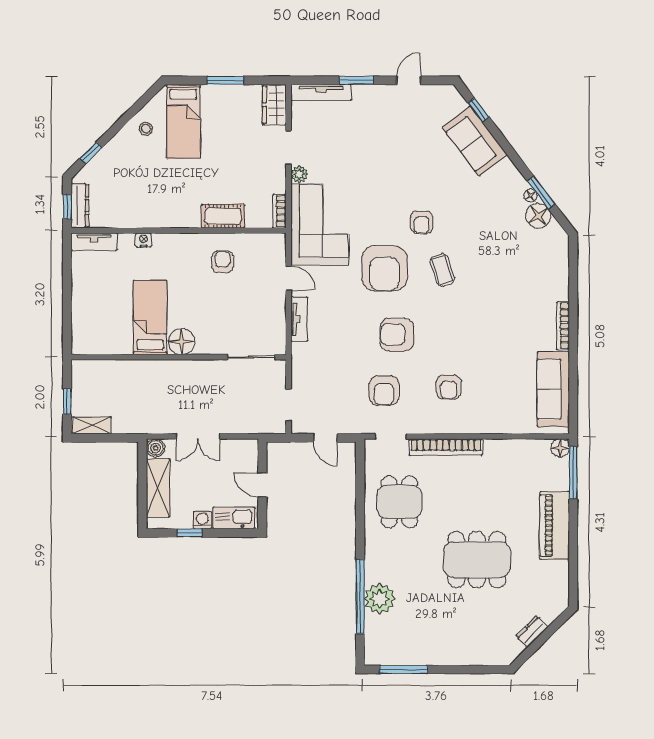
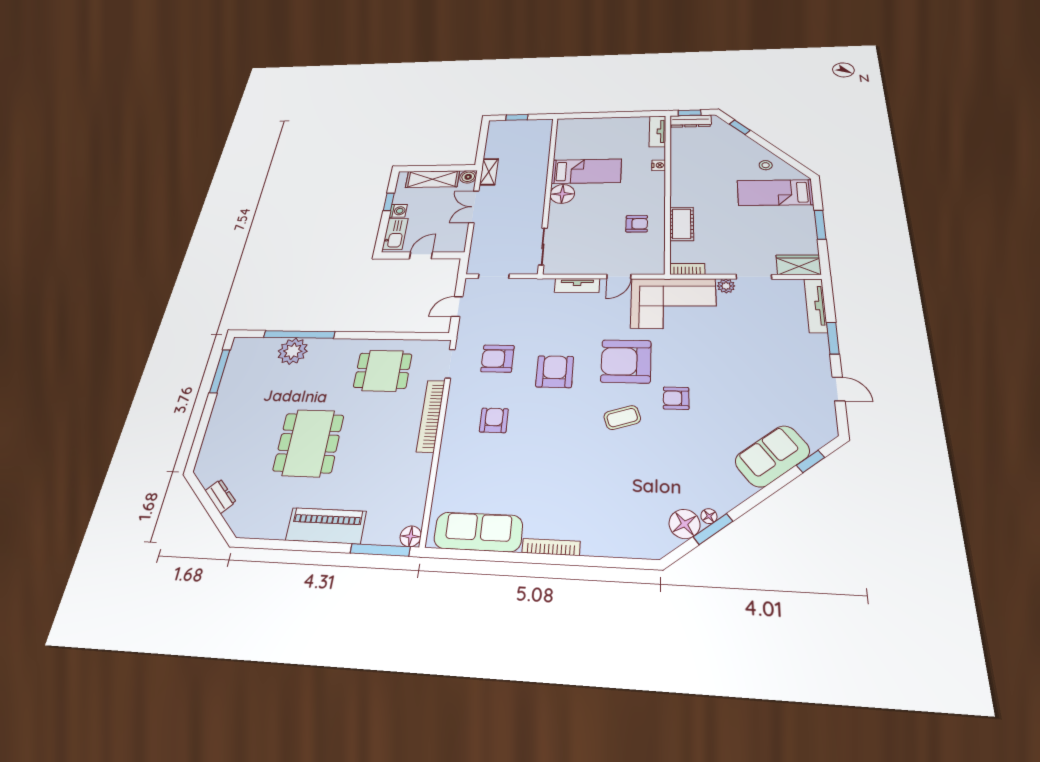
armchair: (449, 387) -> (494, 420), turned 90
shelving: (92, 425) -> (489, 172), moved

